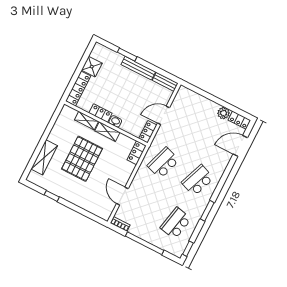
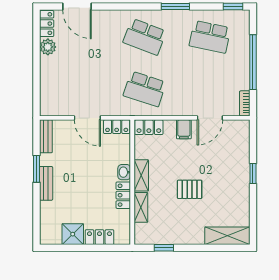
window: (127, 55) -> (36, 169), moved
bench: (138, 68) -> (46, 183), width x0.73
locker: (78, 88) -> (99, 237), width x0.66
window: (52, 122) -> (164, 248), added
shelving: (44, 157) -> (227, 236), moved
pallet: (82, 159) -> (190, 189), width x0.49, depth x0.50
filing cabinet: (123, 175) -> (184, 129), added
window: (52, 196) -> (253, 173), moved

